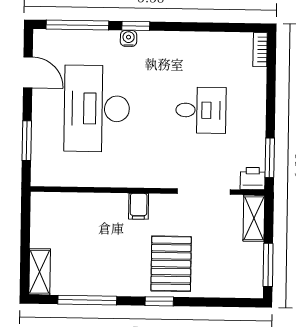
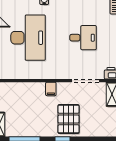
desk: (97, 109) -> (28, 38), turned 180

